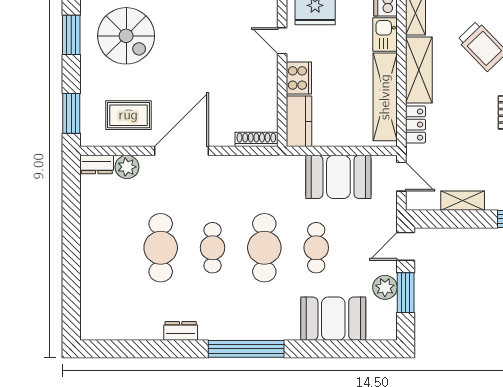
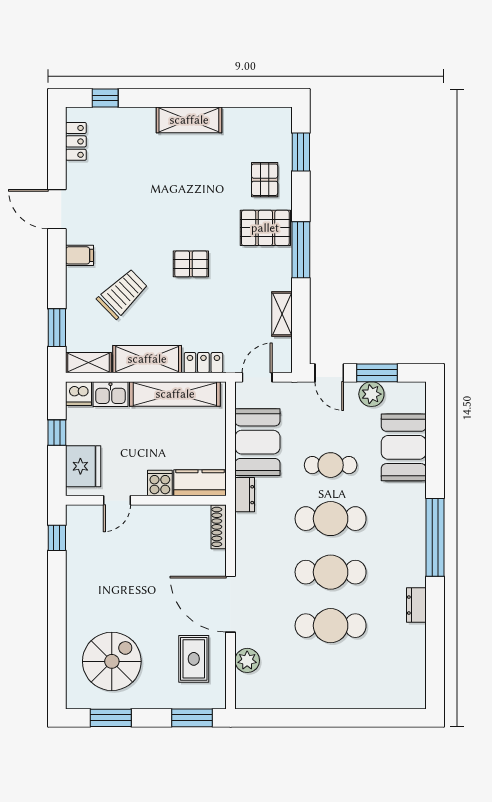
cooker: (299, 78) -> (160, 483), width x0.73
dresser: (97, 164) -> (245, 495), moved
cafe table: (213, 248) -> (331, 572), width x1.37, depth x1.35

